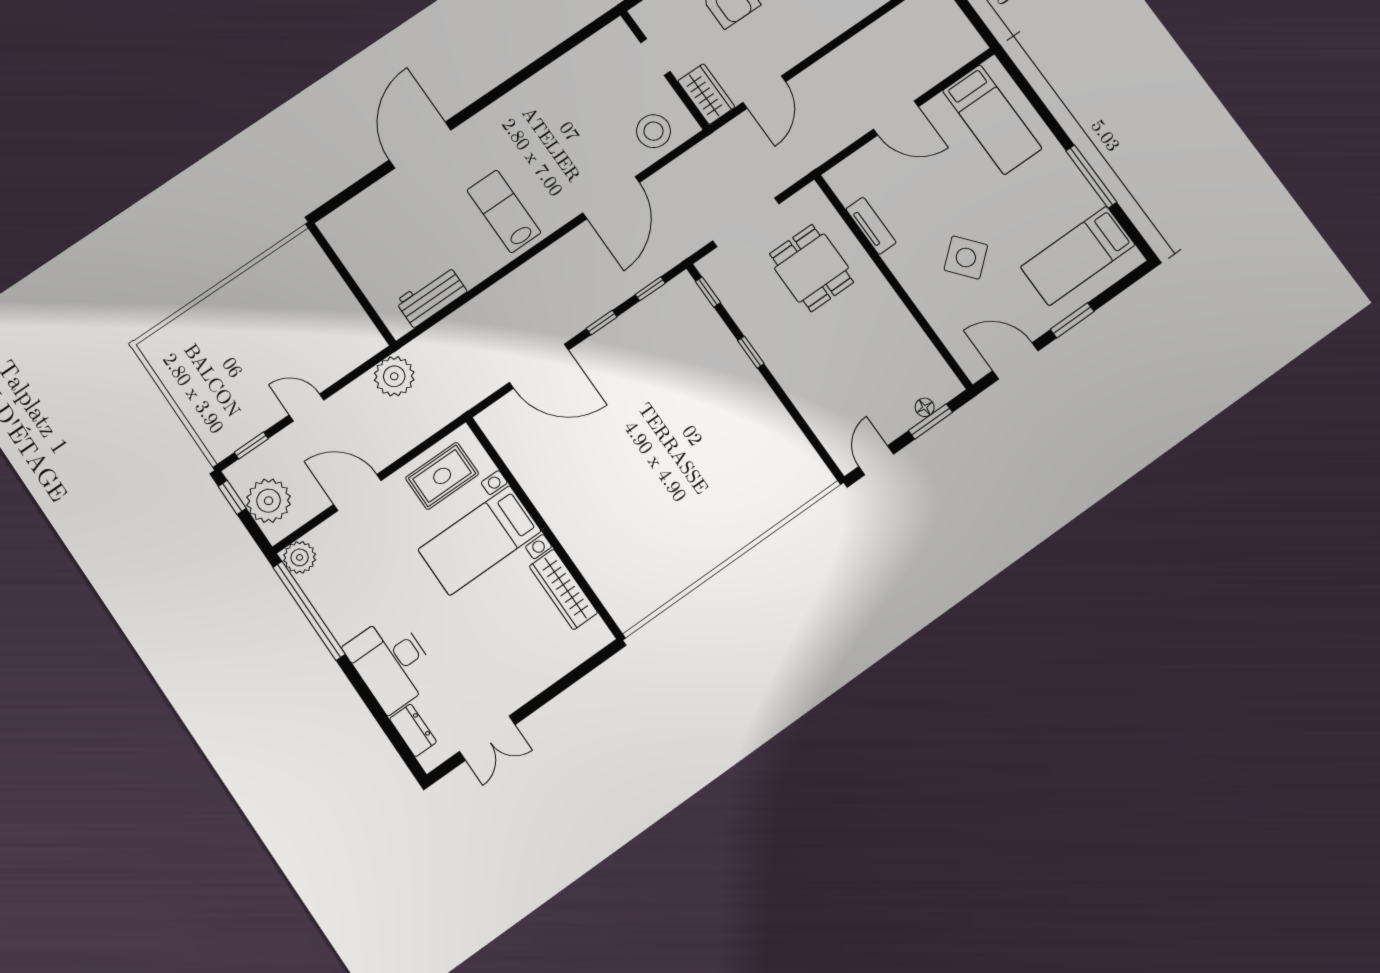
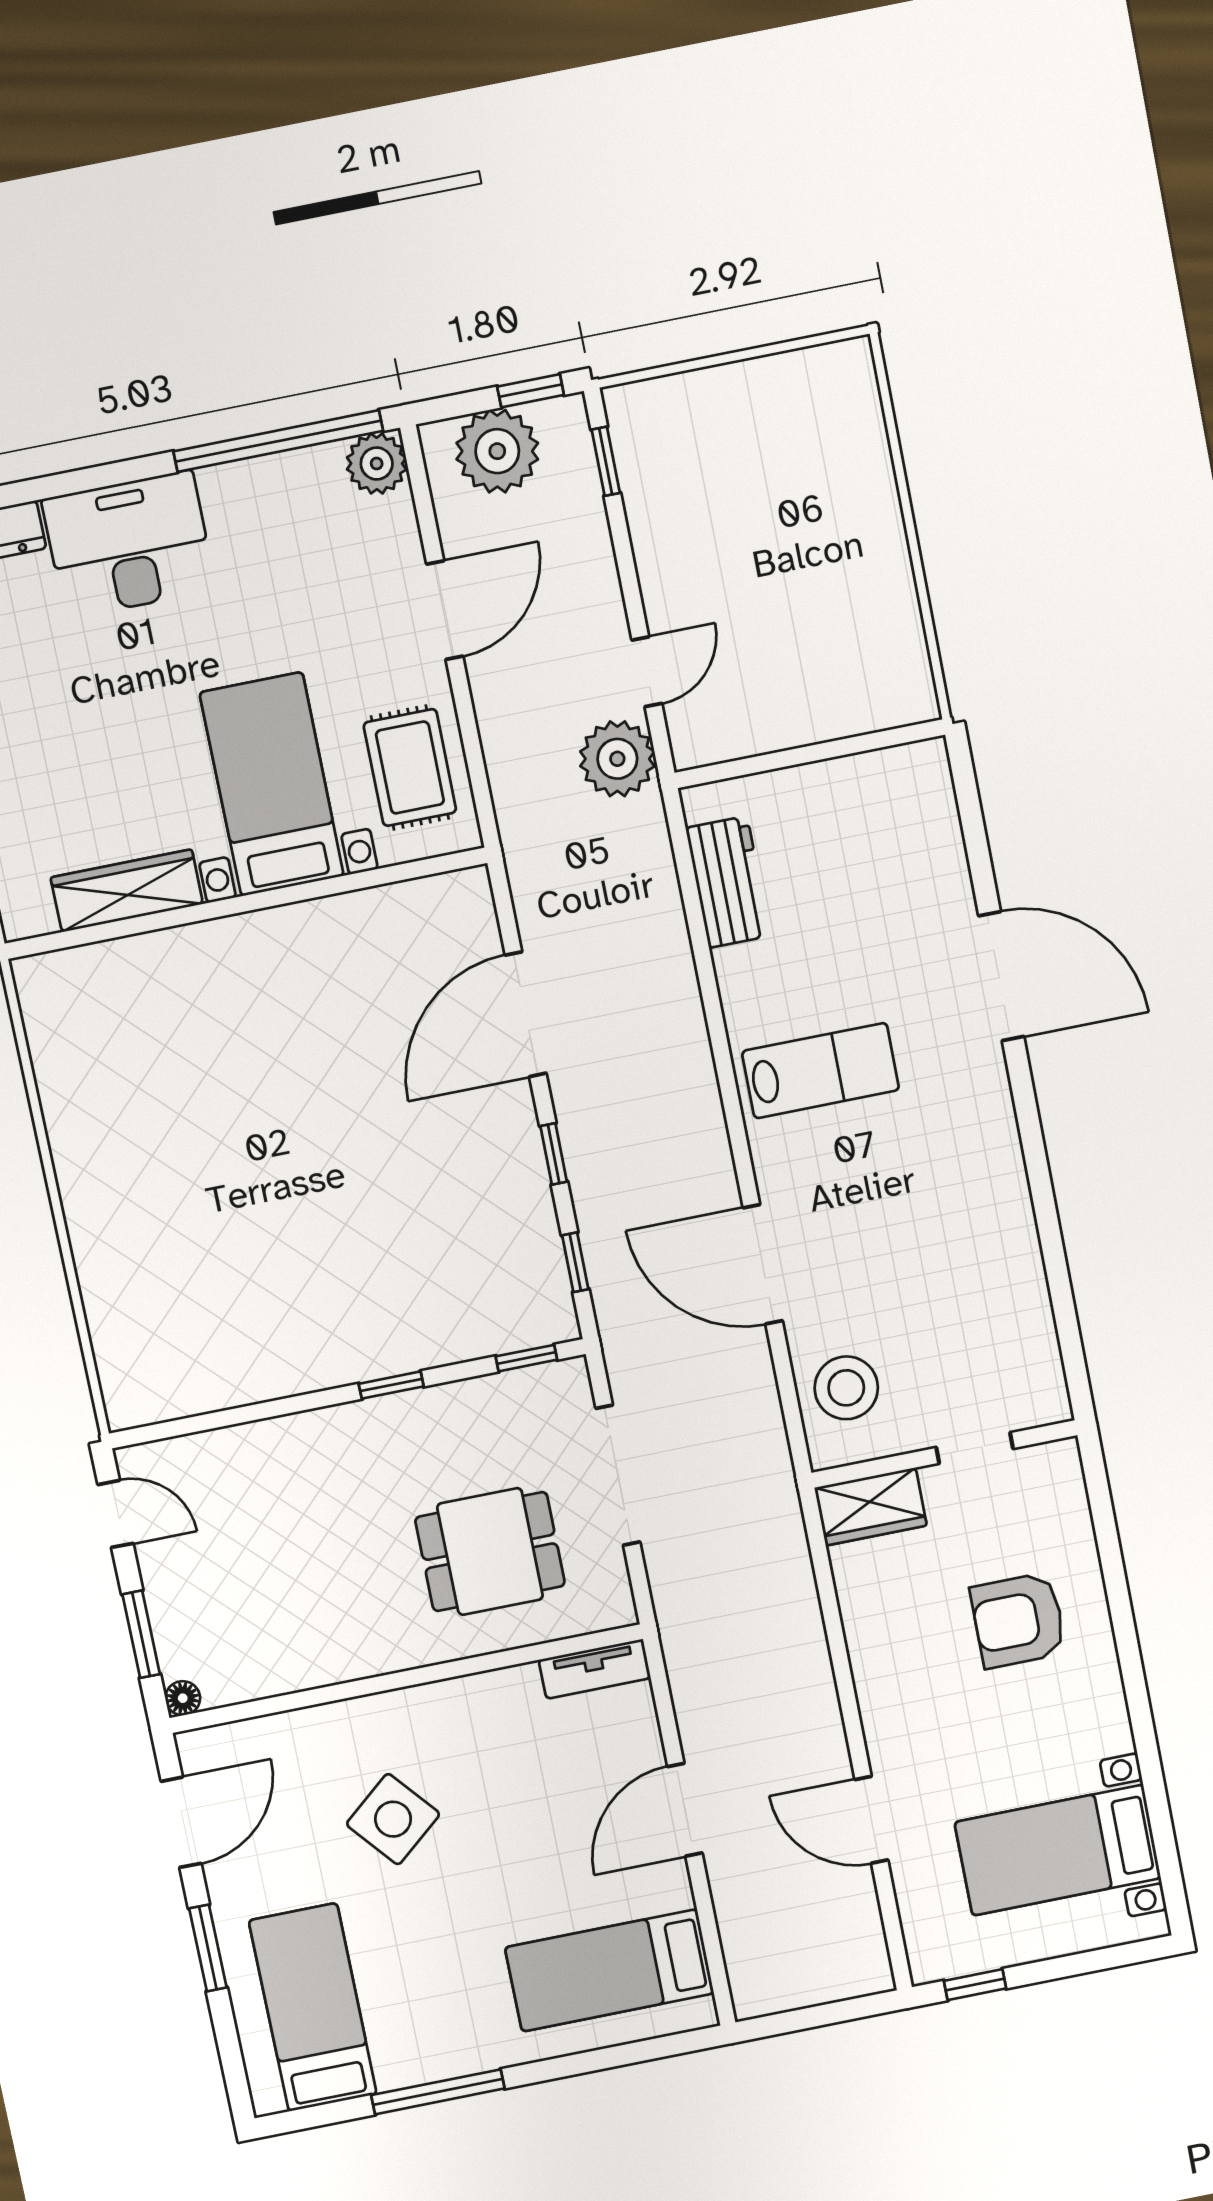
door: (764, 92) -> (871, 1820), moved
tv unit: (871, 226) -> (595, 1669), moved
door: (307, 407) -> (647, 672), moved
floor lamp: (925, 407) -> (183, 1698), moved

